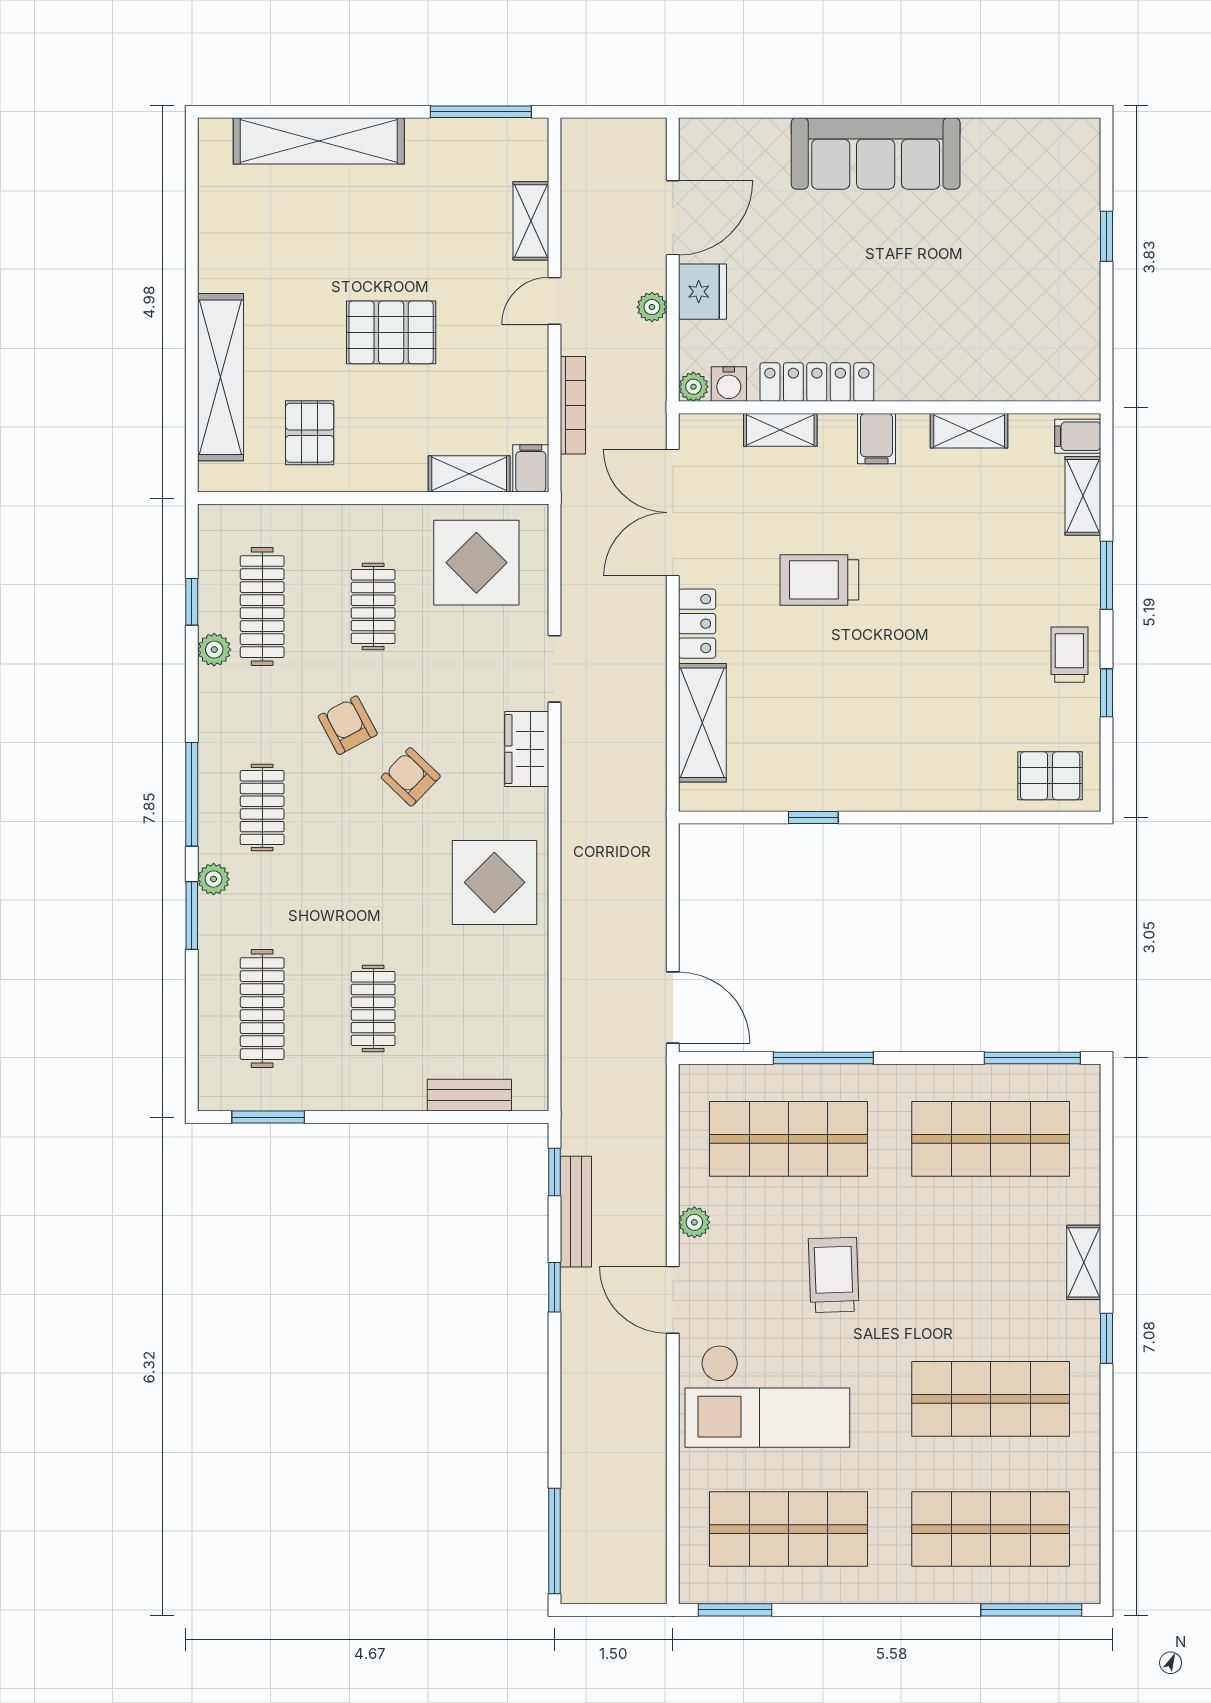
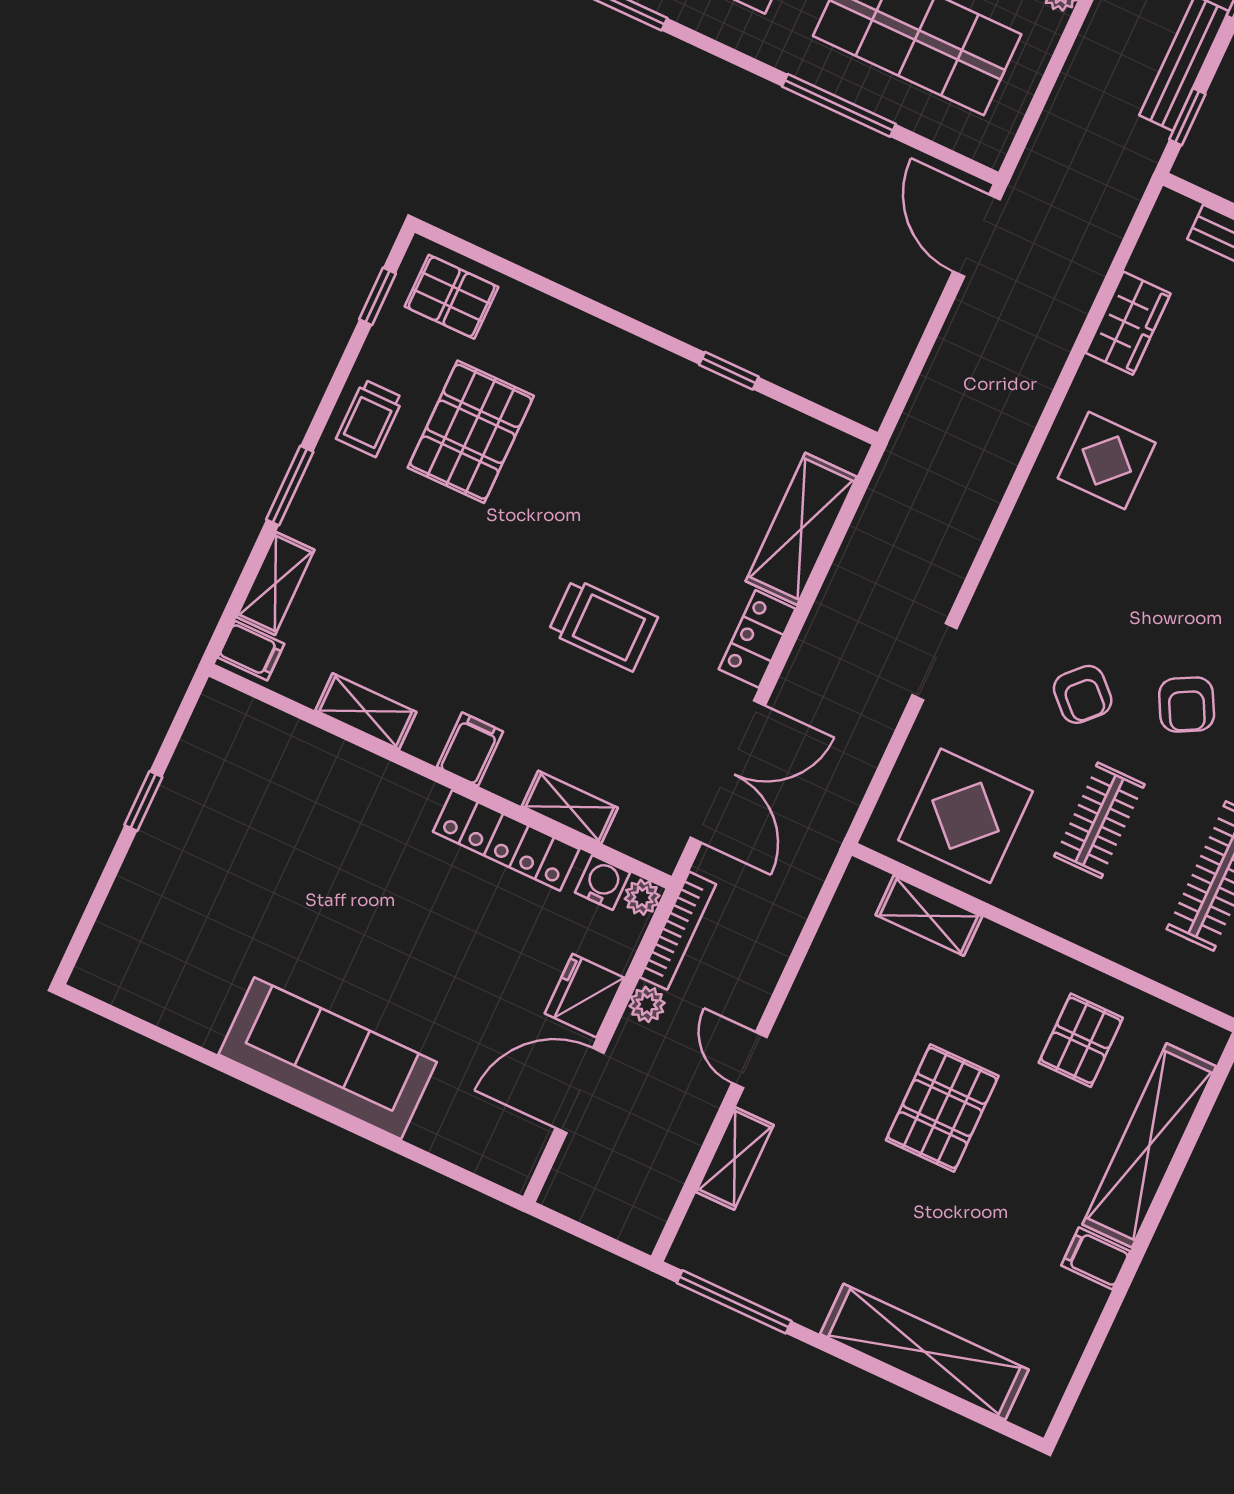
window: (1106, 236) -> (143, 801), moved
door: (554, 301) -> (749, 1060), swing flipped
pallet: (391, 332) -> (942, 1108), turned 90
bookcase: (573, 405) -> (678, 931), moved, turned 180
filing cabinet: (531, 468) -> (1096, 1258), moved, turned 90
pallet: (988, 680) -> (471, 432), added
window: (1106, 693) -> (378, 296), moved
wardrobe: (527, 749) -> (1128, 323), moved
armchair: (411, 777) -> (1083, 694), moved
display table: (494, 882) -> (1107, 461), width x0.73, depth x0.73

